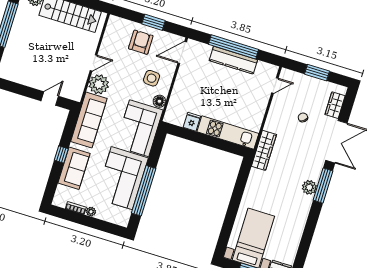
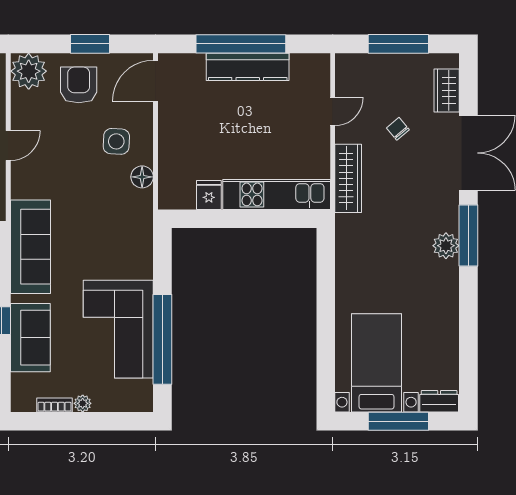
window: (317, 73) -> (398, 44), width x1.44
plant: (99, 84) -> (29, 71), moved
door: (275, 85) -> (333, 111), moved
corner sofa: (139, 128) -> (122, 234), removed
wardrobe: (264, 150) -> (348, 178), moved

